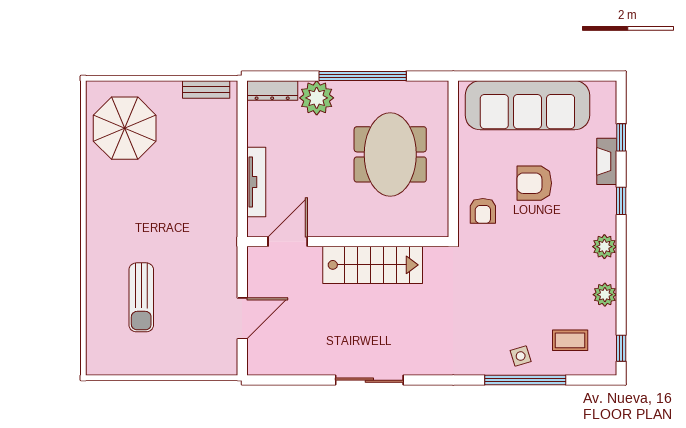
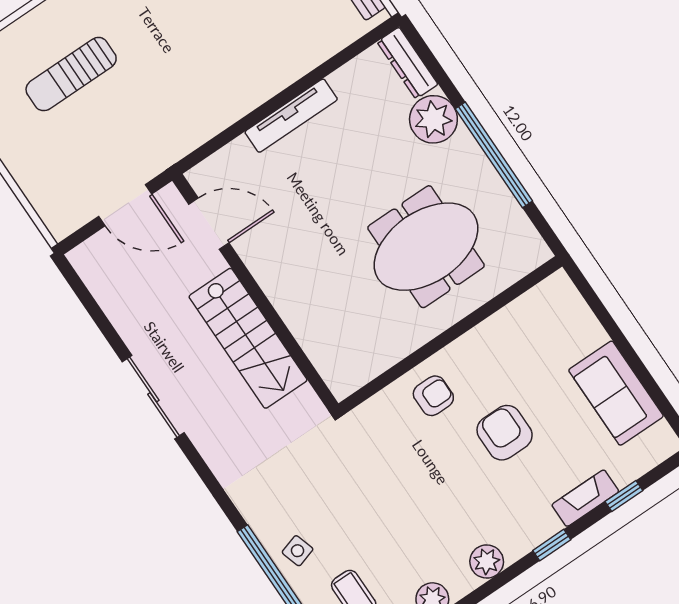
sofa: (527, 105) -> (616, 393), width x0.54, depth x0.79
armchair: (483, 211) -> (433, 396), turned 180
door: (288, 242) -> (209, 224), moved
wall: (348, 242) -> (255, 292), moved
stairs: (373, 265) -> (248, 338), moved

